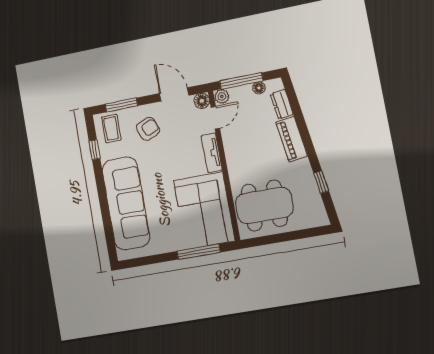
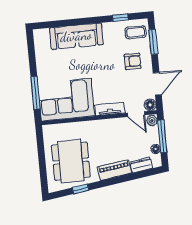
armchair: (148, 129) -> (133, 61), turned -67
sofa: (126, 203) -> (76, 36), width x0.74, depth x0.79
dining table: (264, 205) -> (71, 161), moved

